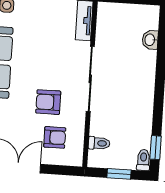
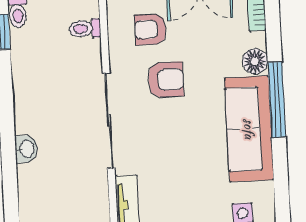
washbasin: (150, 40) -> (26, 149), moved

